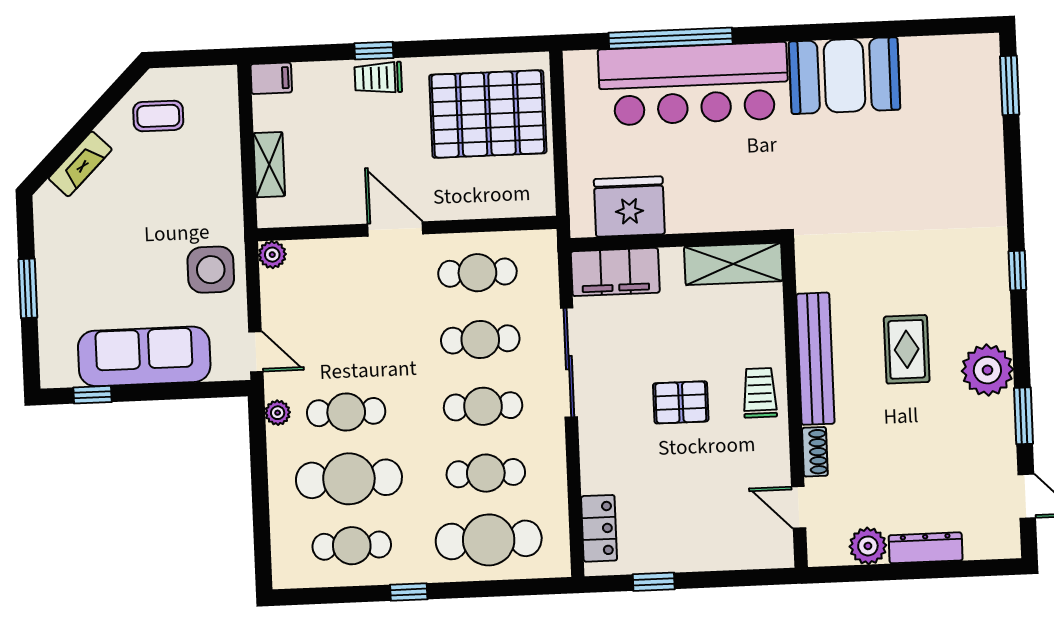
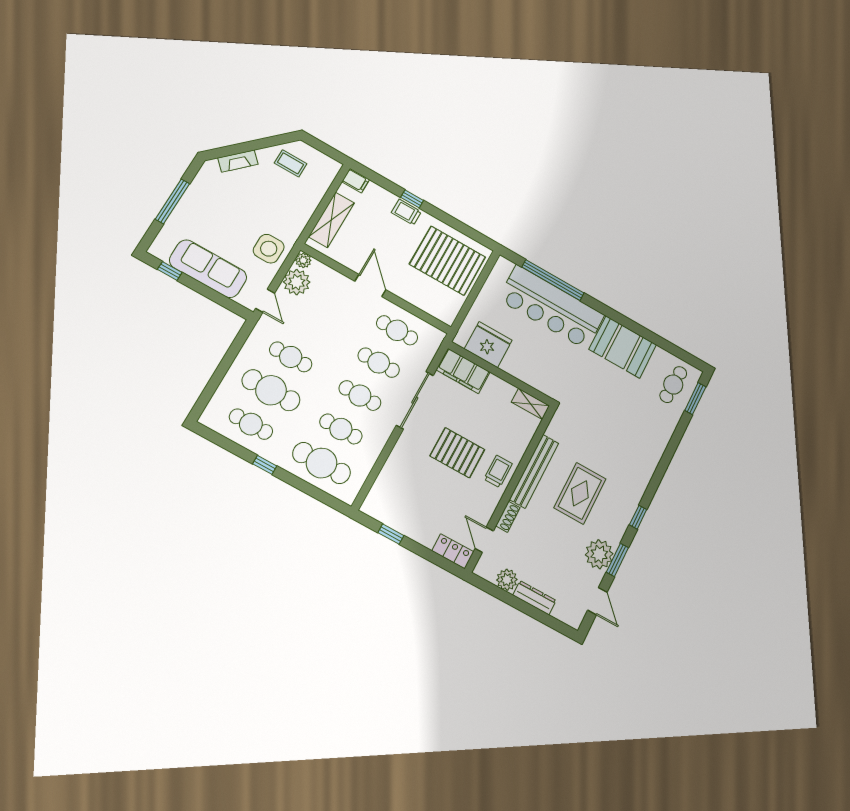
cafe table: (961, 85) -> (673, 385), added
shelving: (269, 165) -> (331, 220), width x1.50, depth x1.33
shelving: (733, 264) -> (530, 404), width x0.67, depth x0.75
window: (1017, 270) -> (638, 517), moved
window: (28, 288) -> (172, 201), width x1.44
rug: (907, 349) -> (580, 493), width x1.36, depth x1.43
plant: (987, 370) -> (599, 554), moved
pallet: (681, 402) -> (457, 453), width x1.50, depth x1.42
plant: (278, 413) -> (297, 282), moved, width x1.87, depth x1.87
locker: (599, 528) -> (453, 551), moved, turned -90

